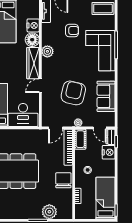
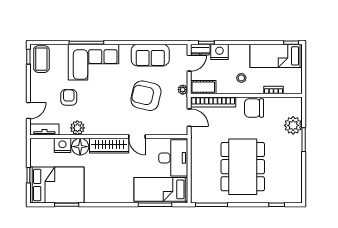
plant: (47, 51) -> (77, 128), moved

